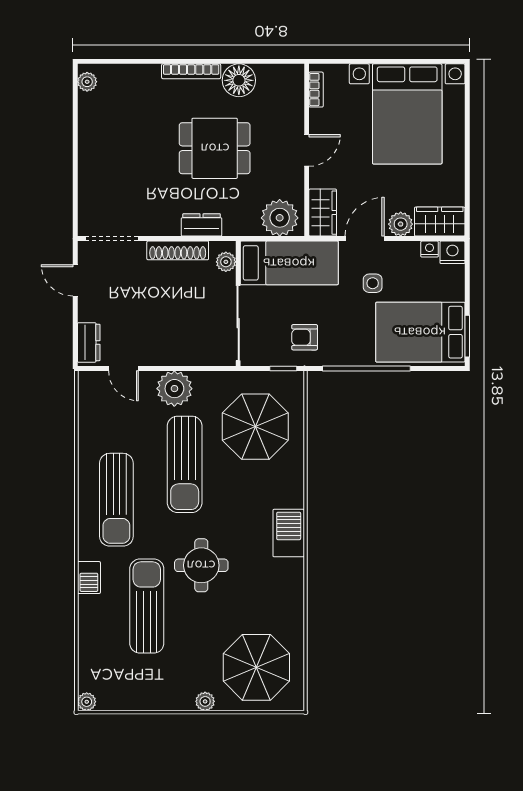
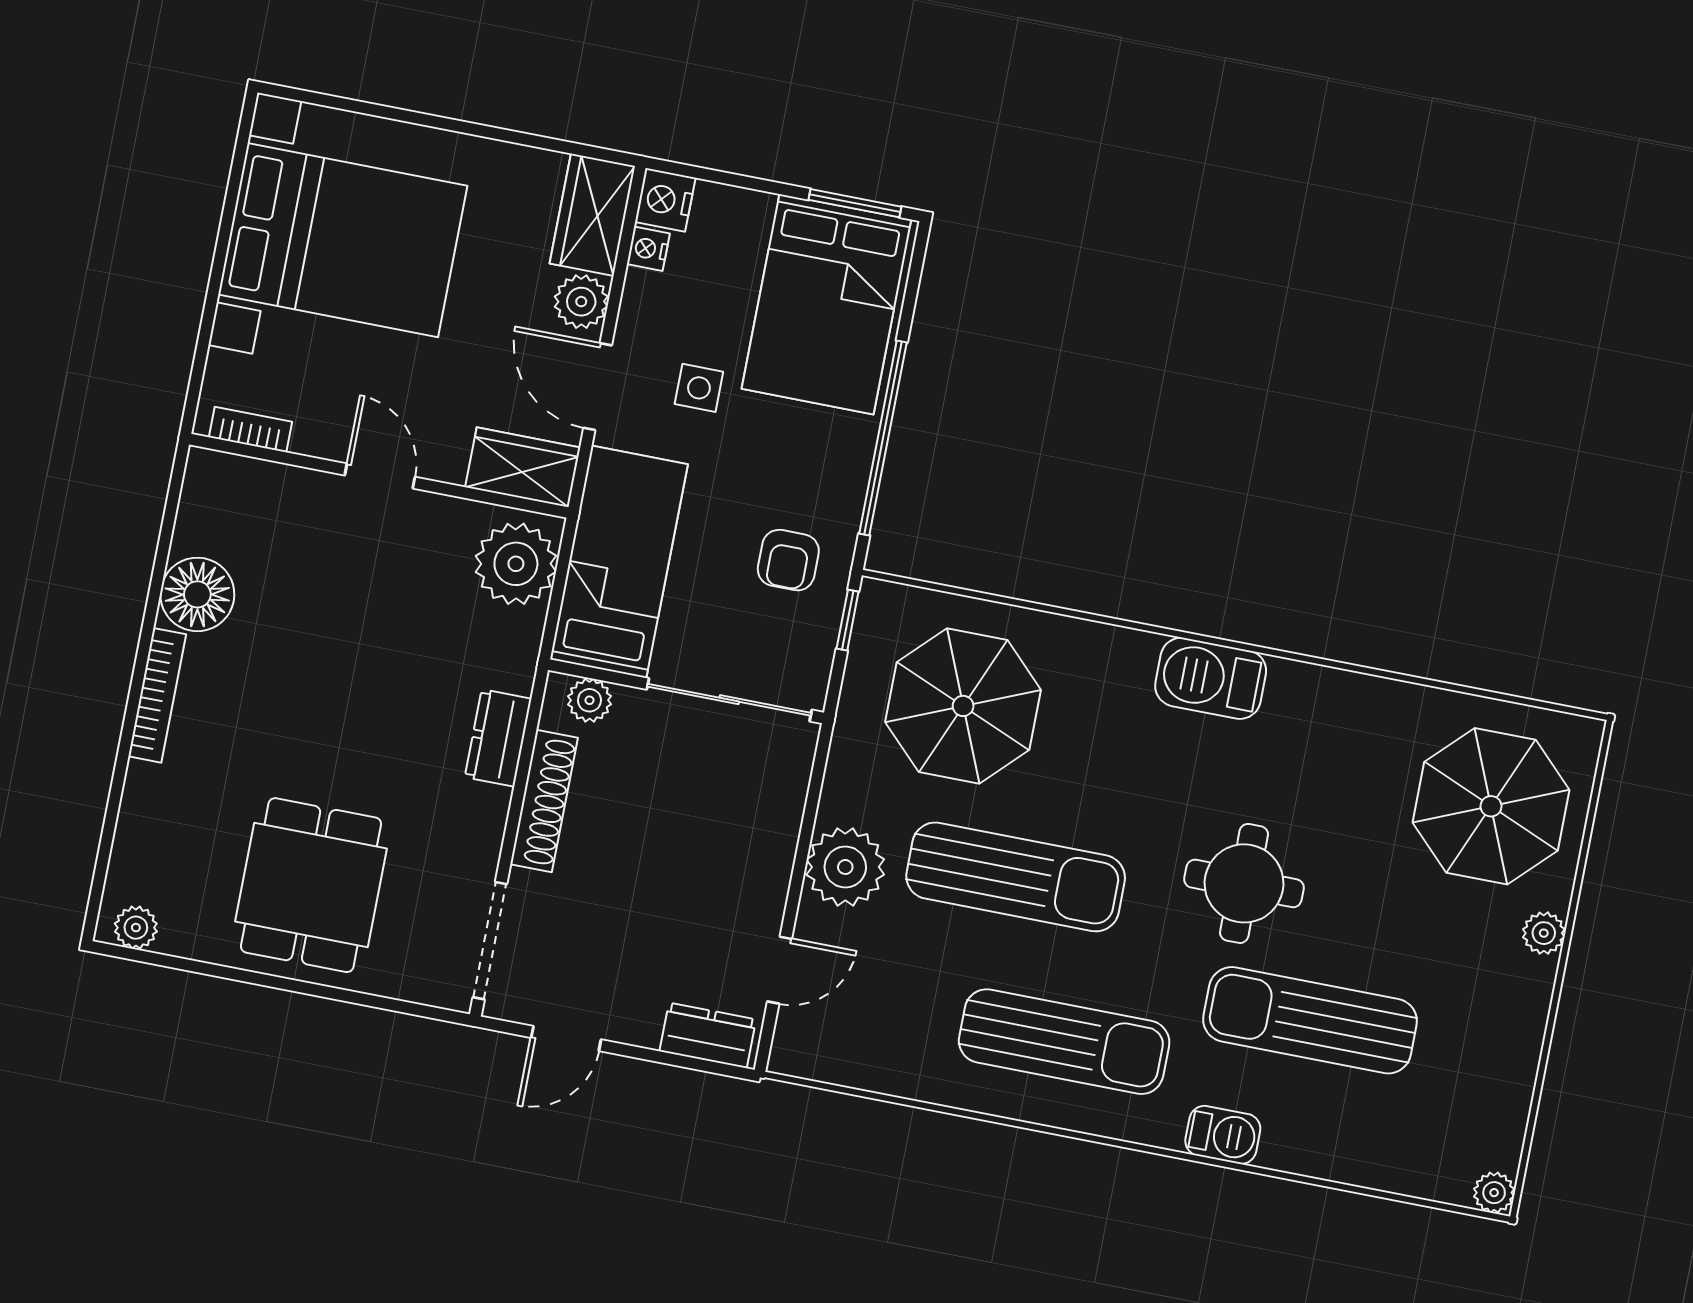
dining table: (215, 148) -> (311, 885), moved

